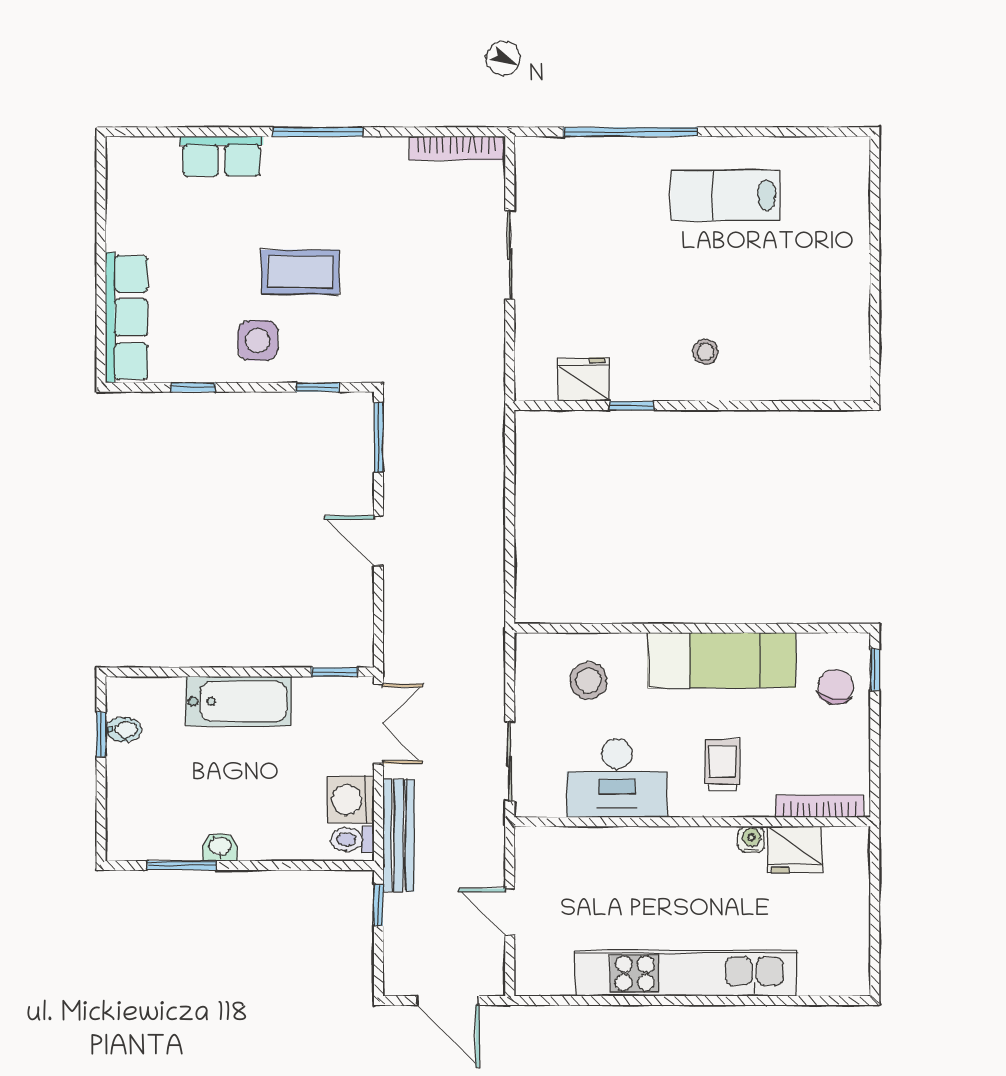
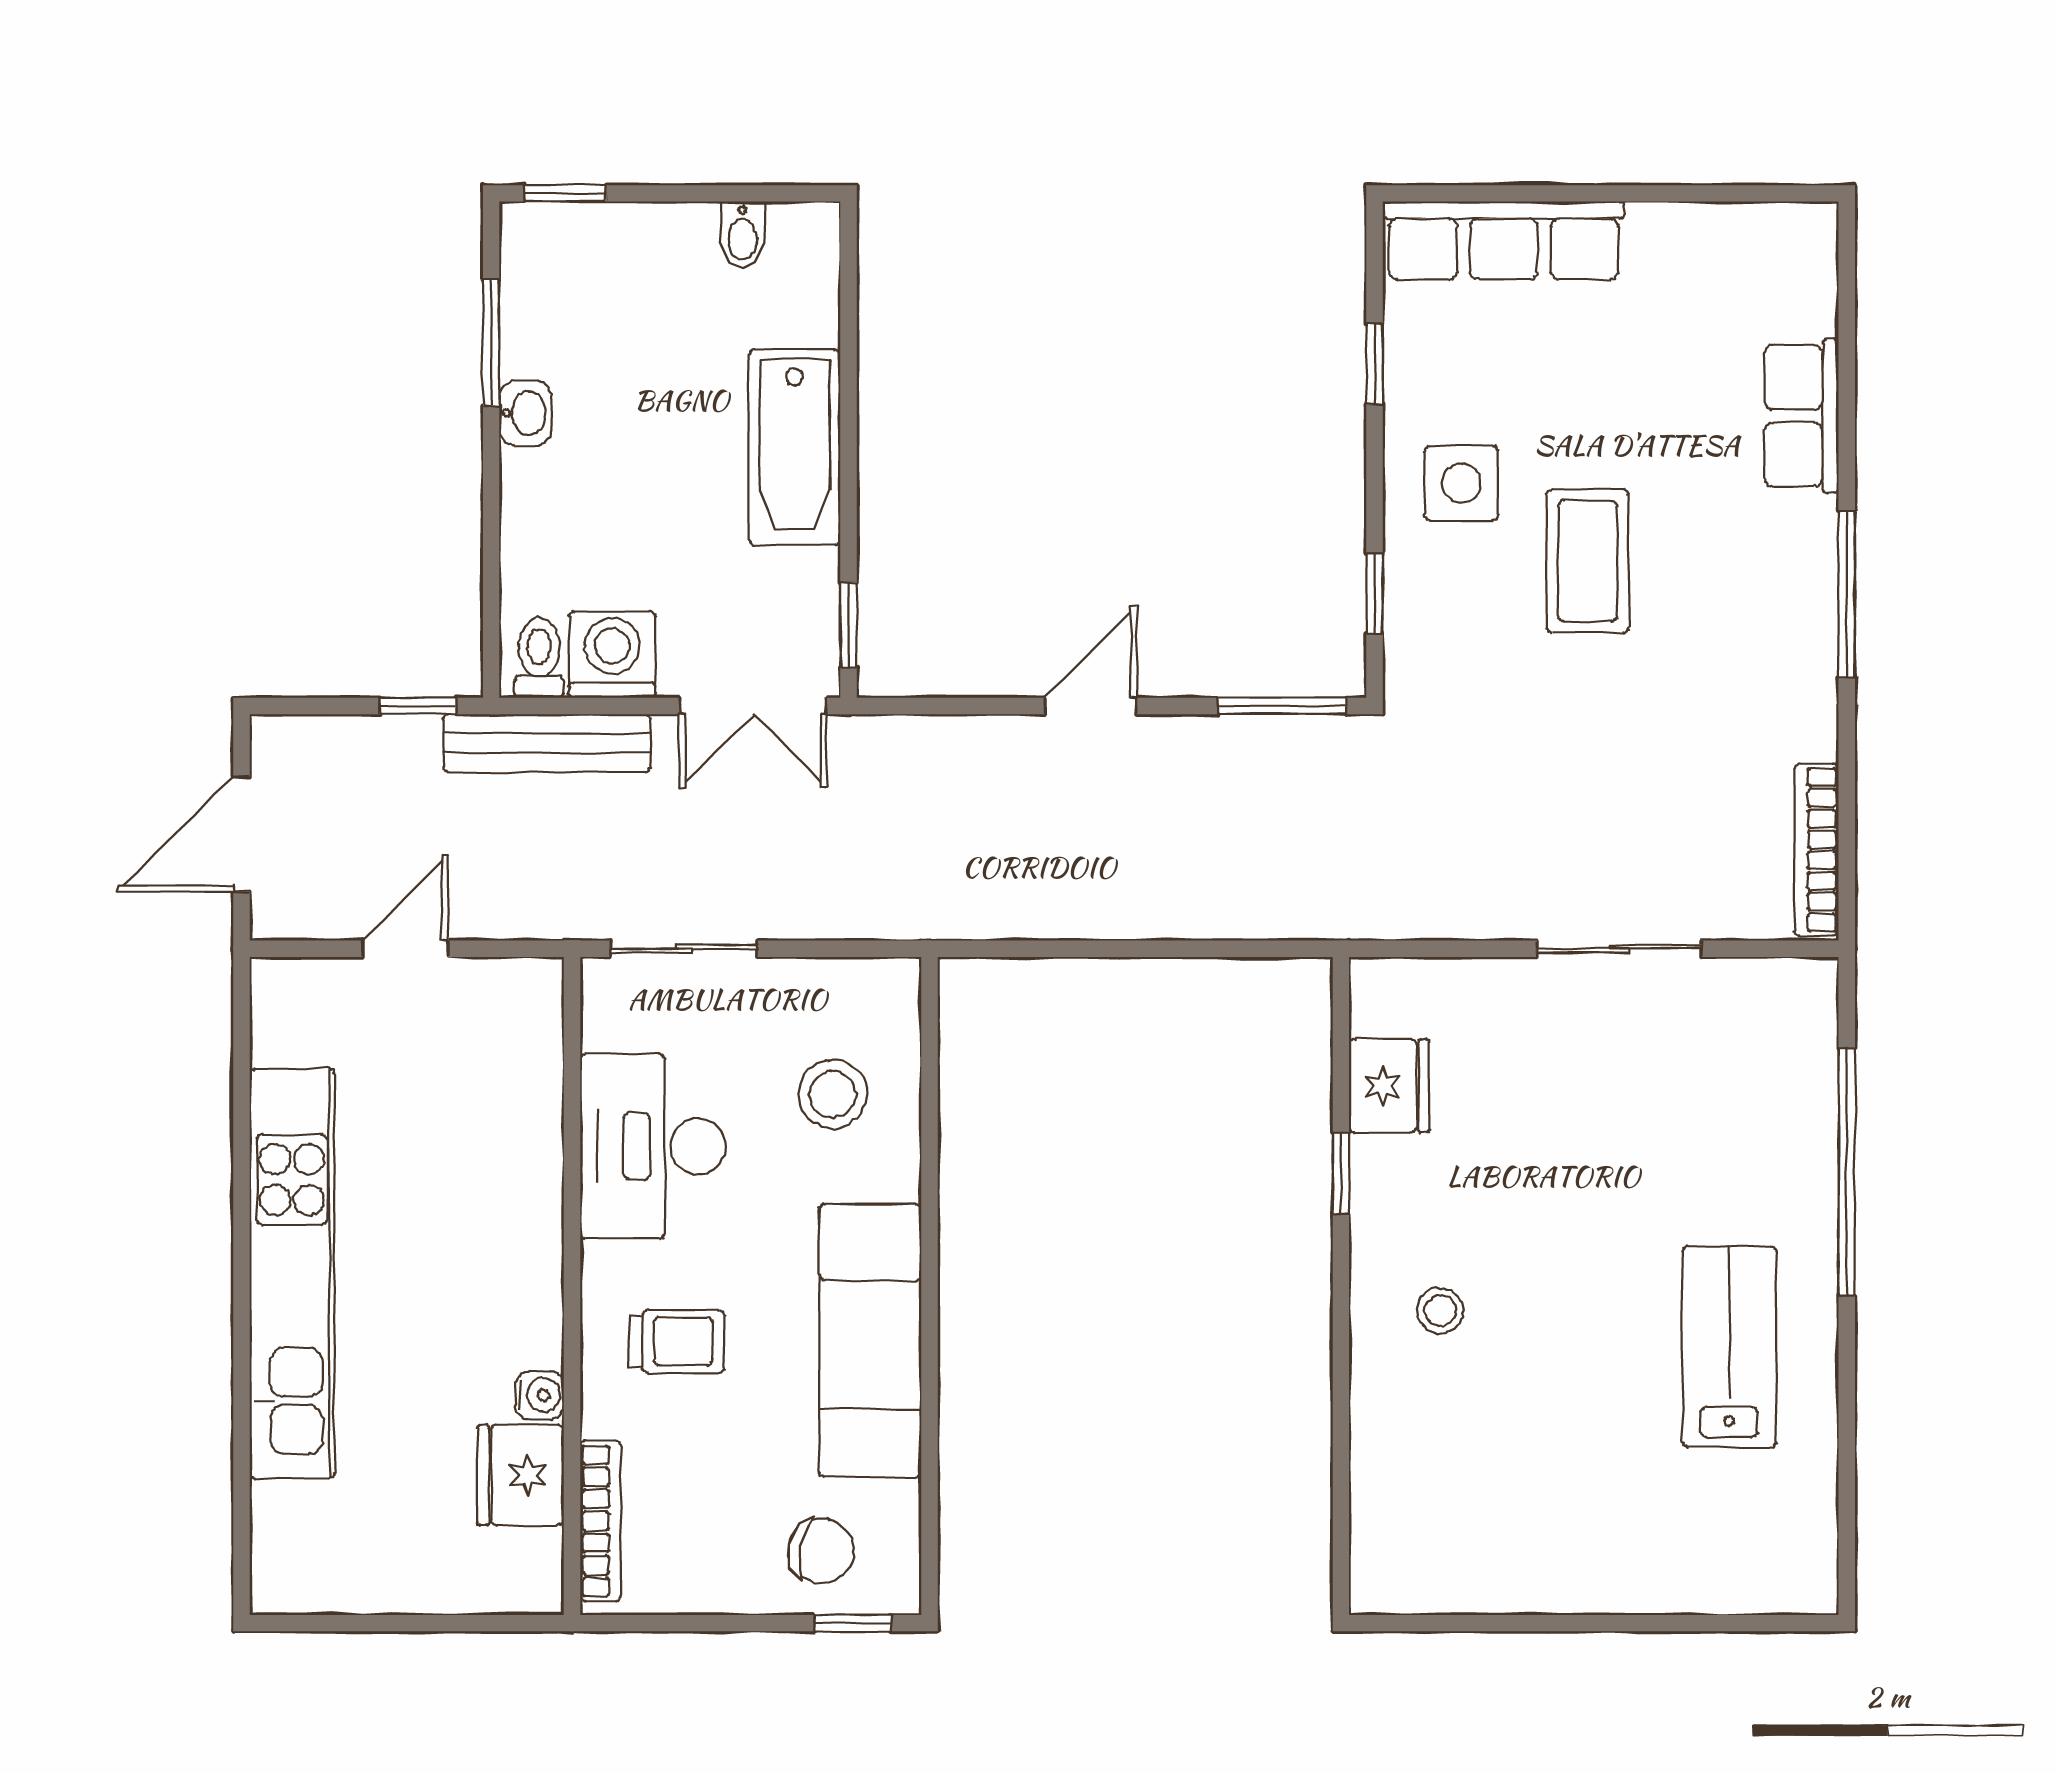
window: (101, 734) -> (565, 193), moved

